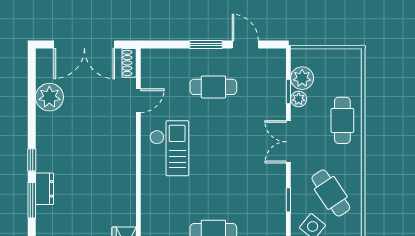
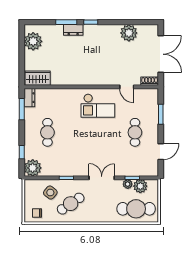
double door: (84, 45) -> (161, 54), swing flipped
window: (206, 45) -> (161, 114), moved
cafe table: (342, 120) -> (136, 209), moved, width x1.37, depth x1.35

